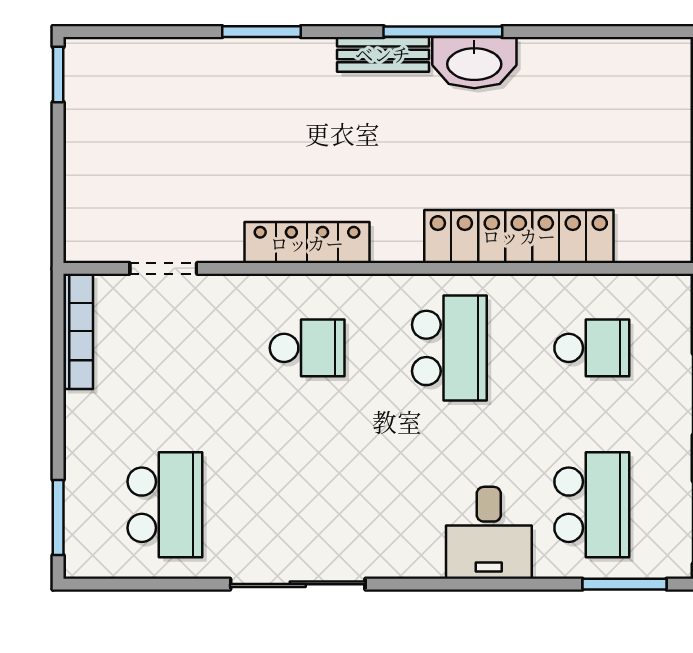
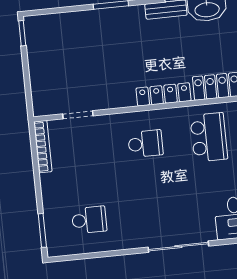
locker: (307, 243) -> (164, 94), moved
school desk: (165, 505) -> (89, 220), width x0.54
sliding door: (298, 584) -> (178, 247), moved

